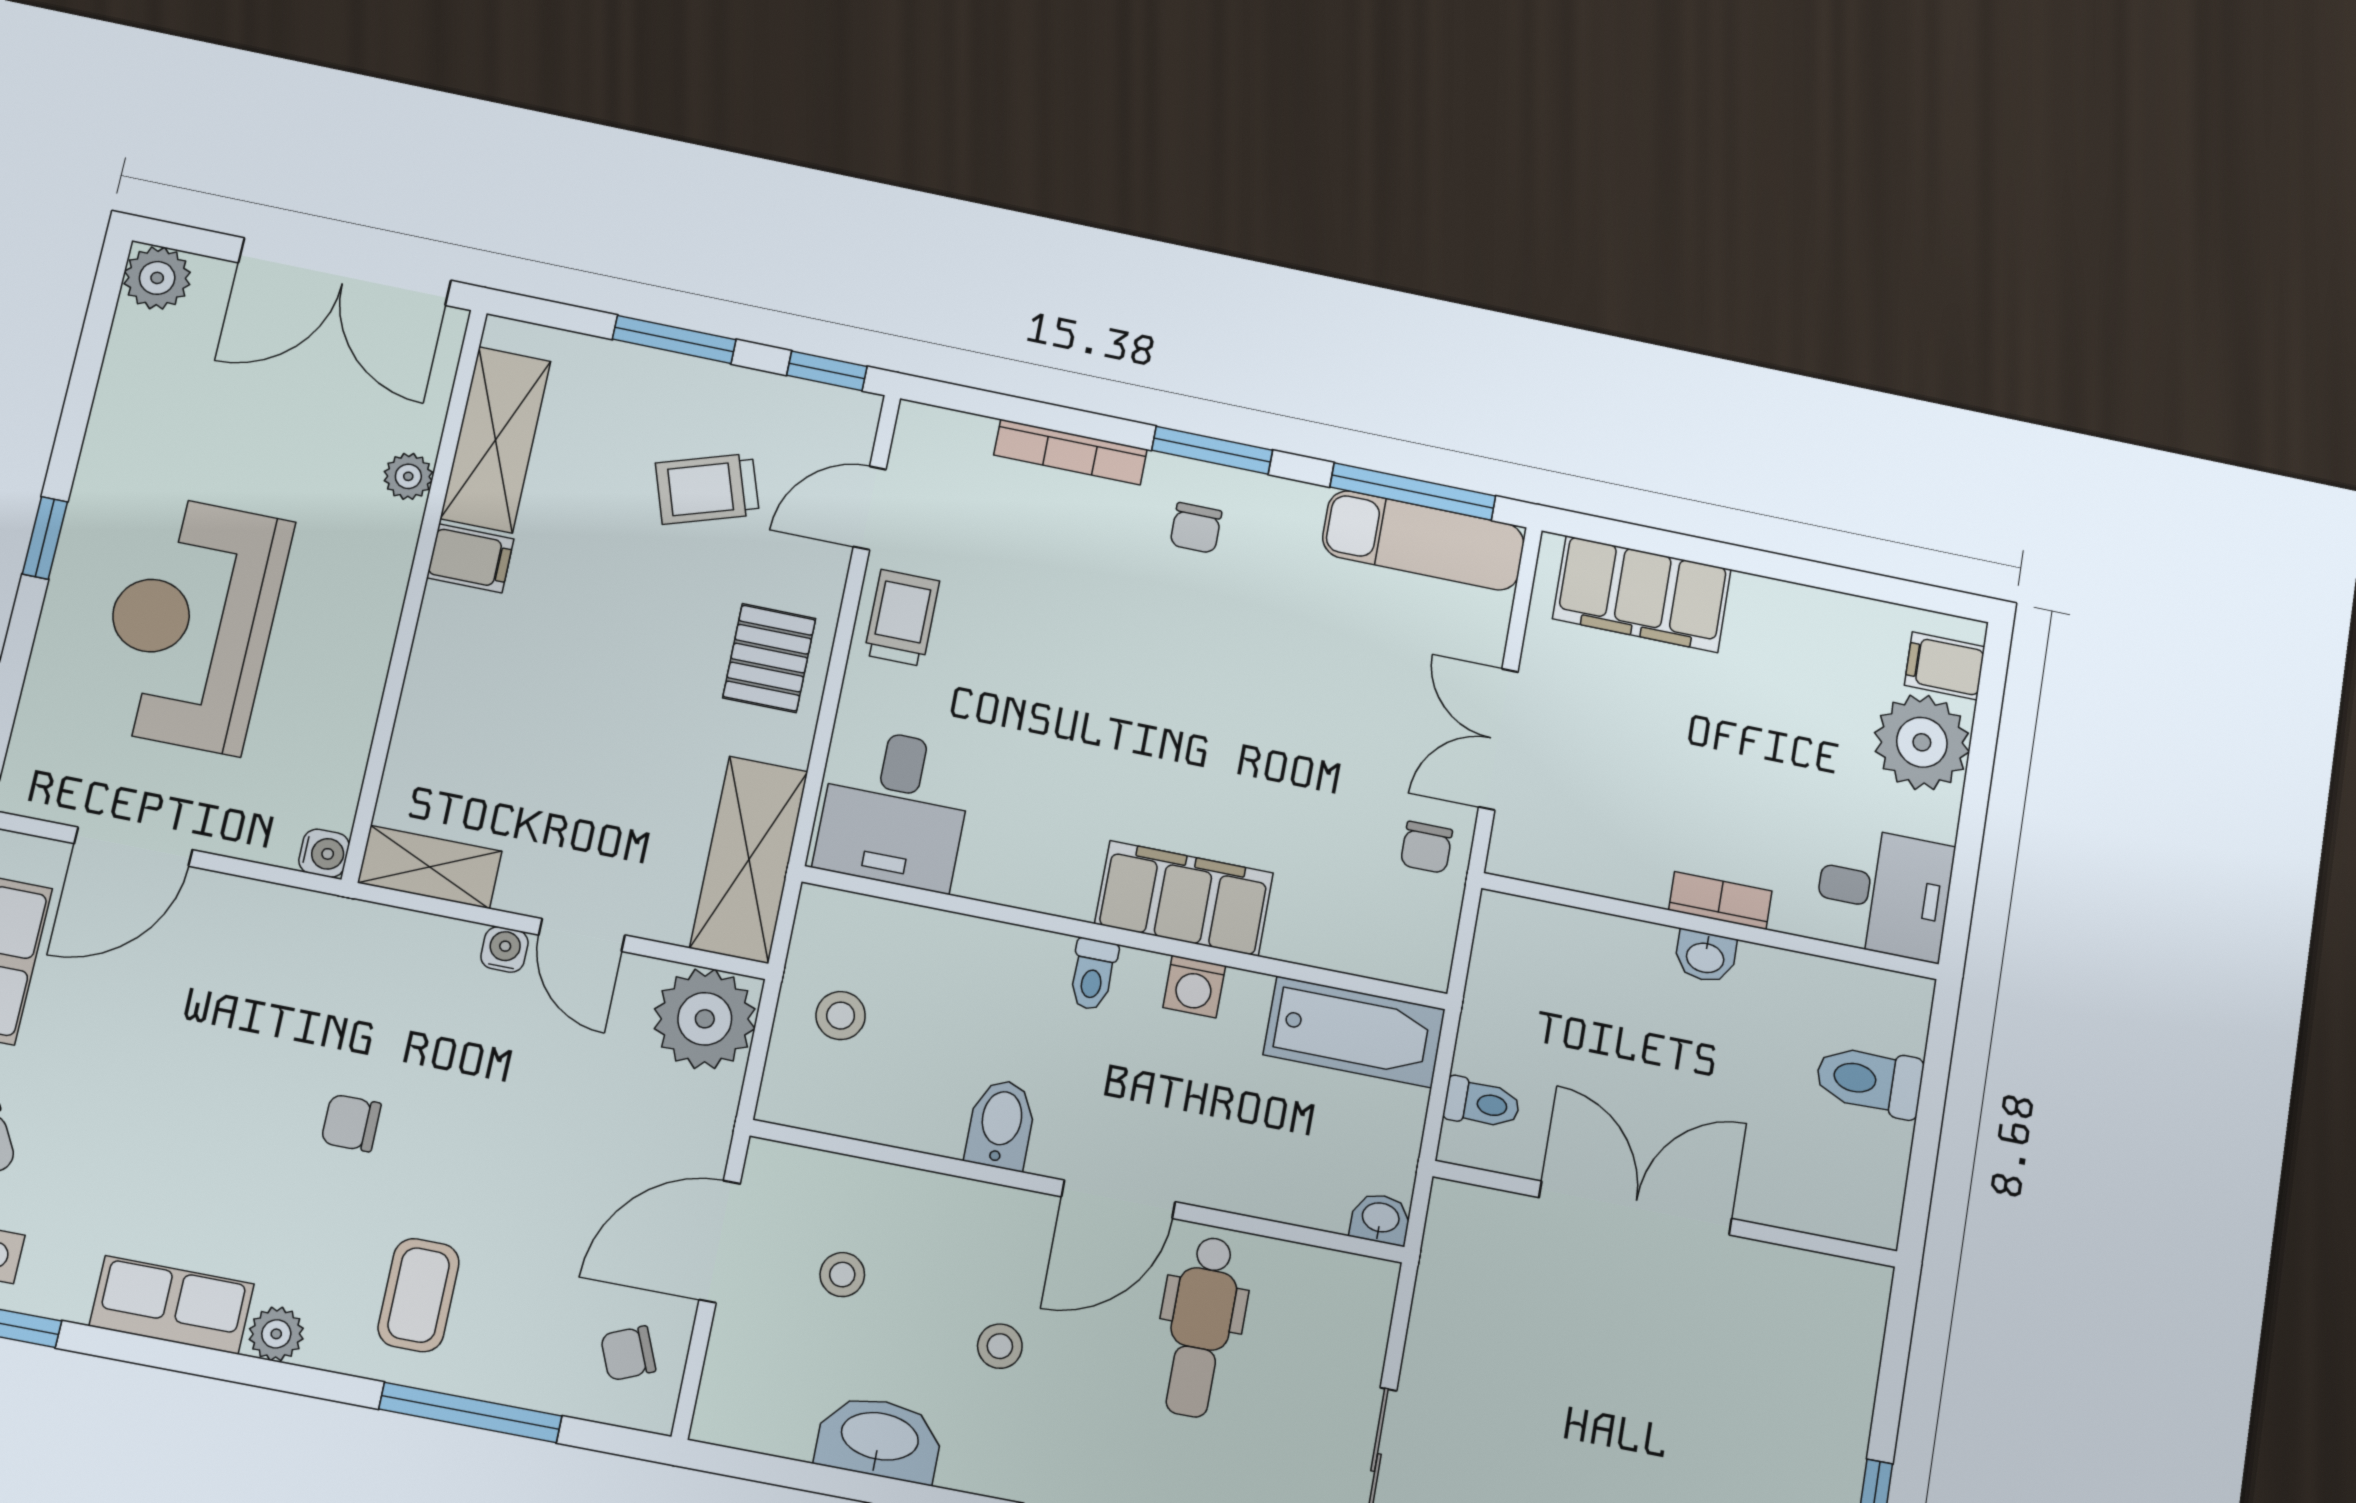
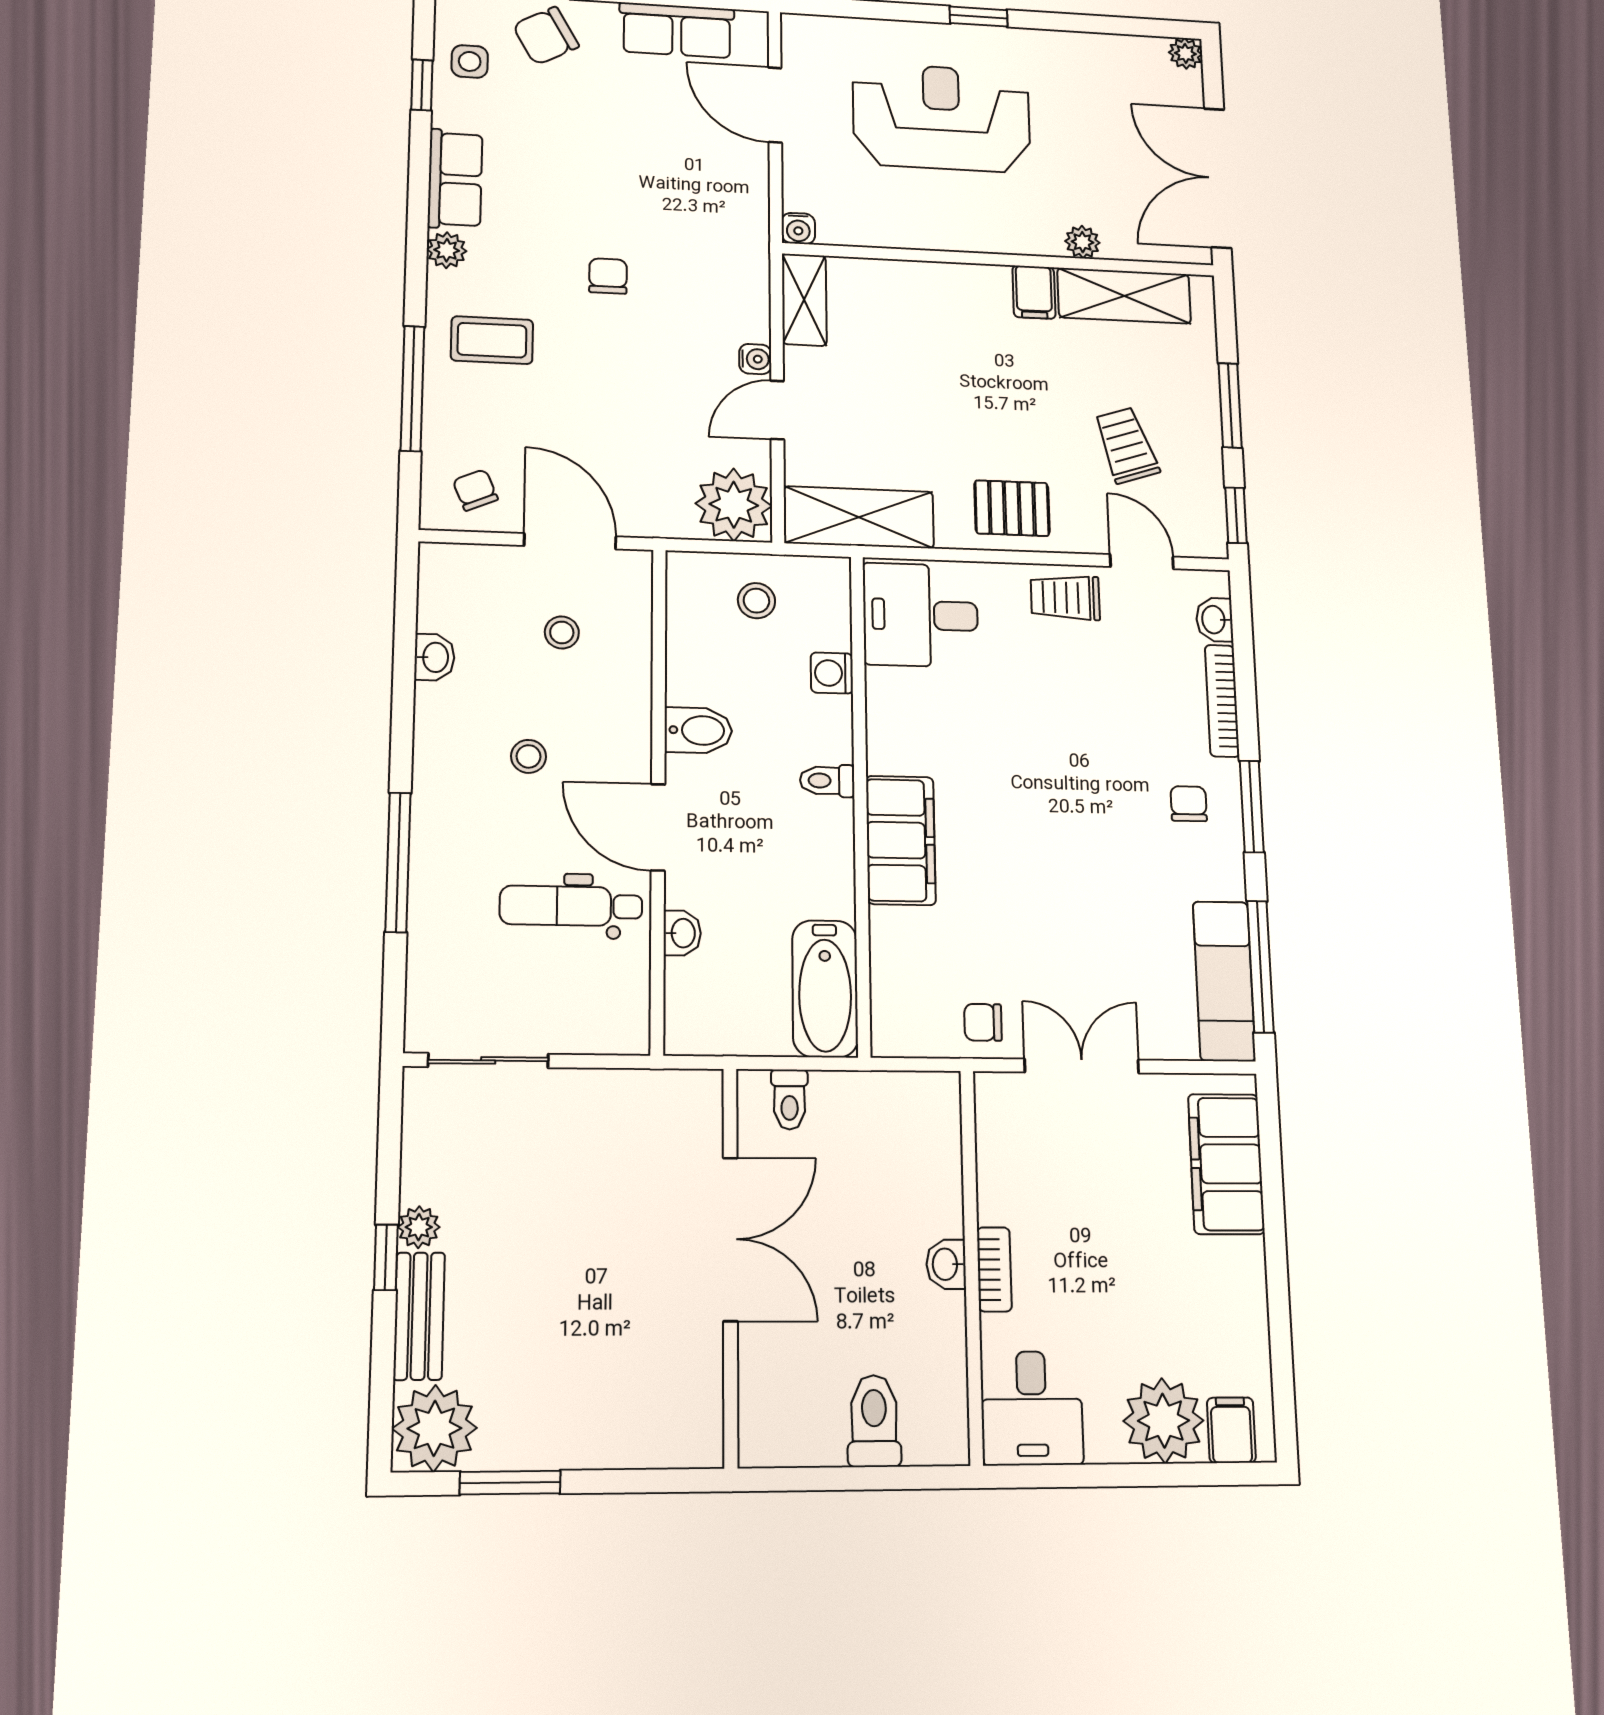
plant: (157, 278) -> (1185, 53), width x0.73, depth x0.73
washbasin: (962, 435) -> (1214, 620), added
chair: (1196, 528) -> (1189, 804), turned 90
trolley: (902, 618) -> (1065, 598), turned 180
washing machine: (1194, 987) -> (832, 673), moved
washbasin: (1380, 1219) -> (682, 933), moved
washbasin: (879, 1438) -> (434, 657), width x0.52, depth x0.69

